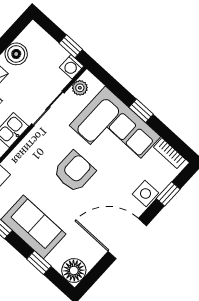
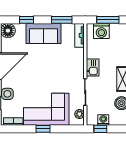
washing machine: (72, 67) -> (103, 120), moved
armchair: (74, 172) -> (48, 75), removed

